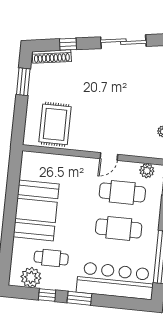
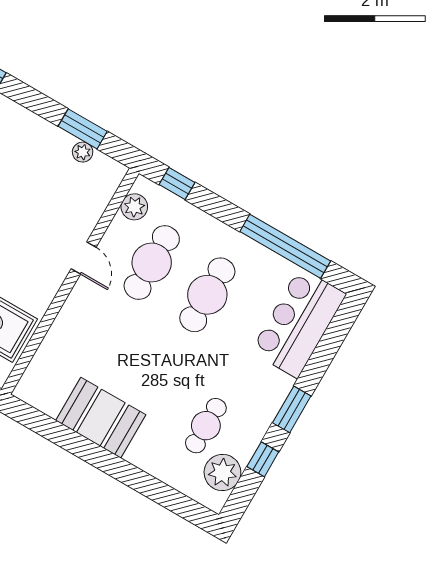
booth: (36, 210) -> (101, 418), width x0.73, depth x0.70
bar counter: (115, 281) -> (299, 323), width x0.73

